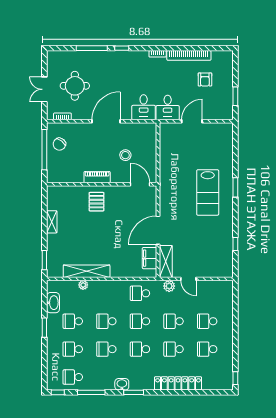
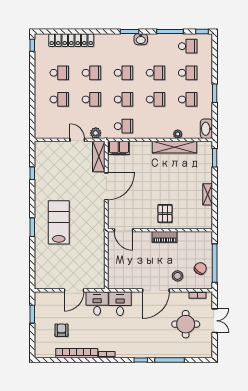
stool: (125, 155) -> (177, 276), moved
filing cabinet: (150, 258) -> (119, 148), moved, turned 90
washbasin: (53, 303) -> (206, 129), moved
locker: (178, 383) -> (71, 40), moved

